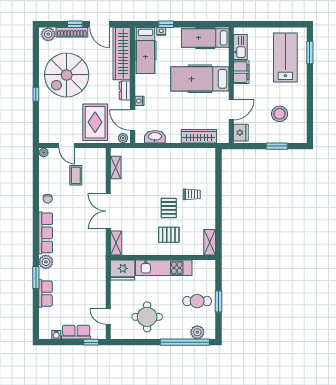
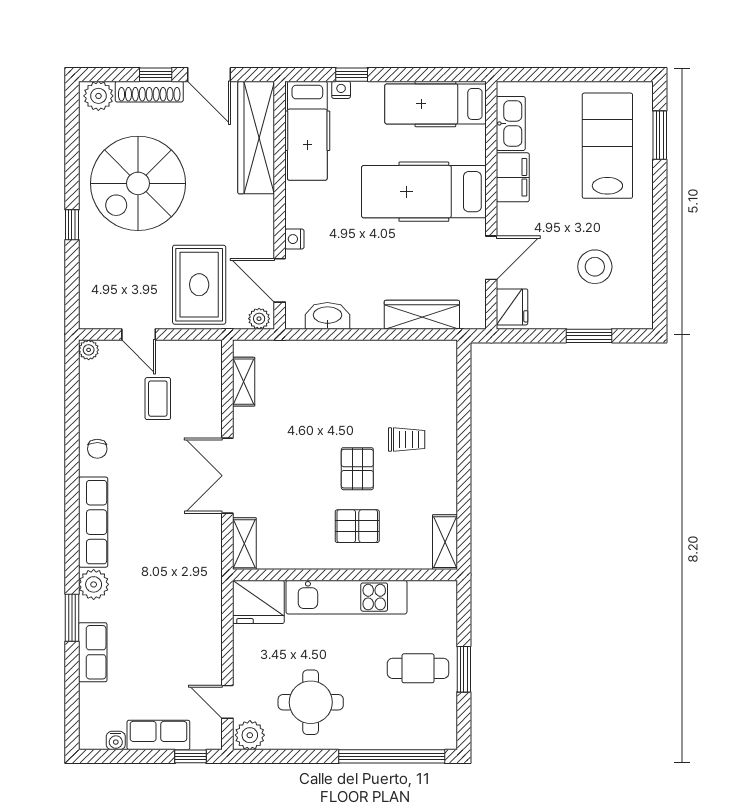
dresser: (125, 91) -> (263, 217), removed
plant: (197, 332) -> (250, 735), moved

